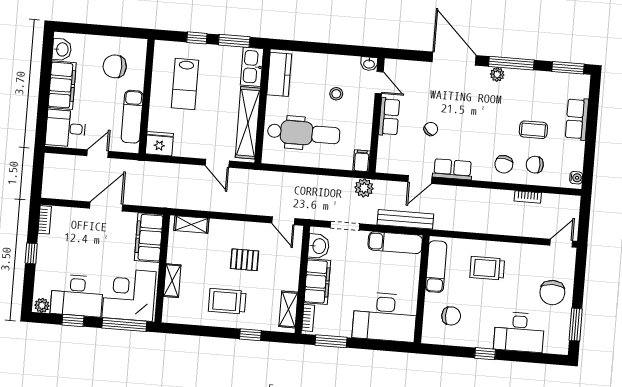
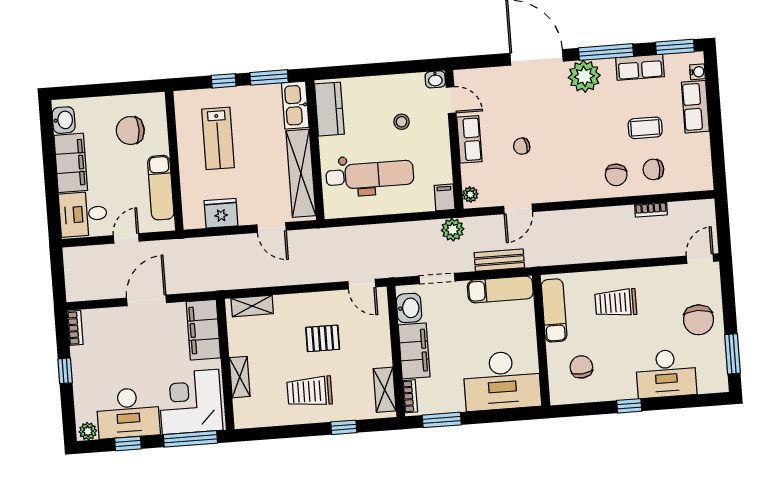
plant: (497, 74) -> (584, 76), width x1.88, depth x1.88
chair: (431, 129) -> (522, 146), turned -143
fridge: (159, 144) -> (221, 213), moved
plant: (383, 162) -> (470, 194), added
row of seats: (452, 169) -> (640, 67), moved, turned 180
water cooler: (576, 178) -> (698, 72), moved
bench: (405, 219) -> (499, 260), width x0.73
chair: (451, 316) -> (581, 367), turned -95

